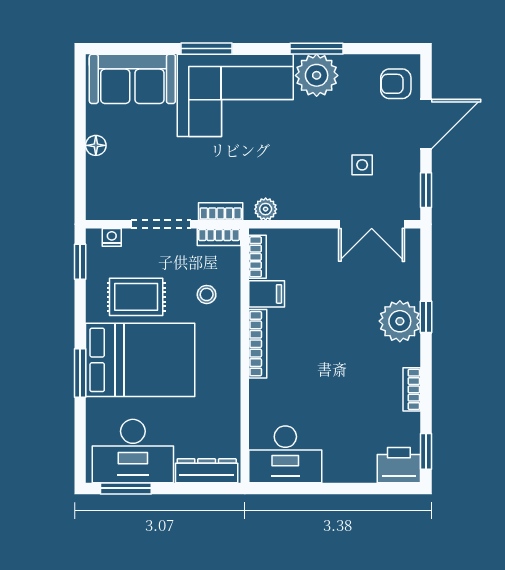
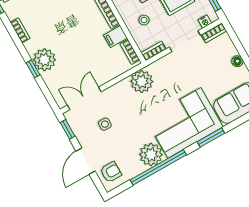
window: (316, 49) -> (158, 167), width x2.11
plant: (266, 209) -> (142, 81), width x1.87, depth x1.87
bookcase: (221, 211) -> (214, 33), moved

